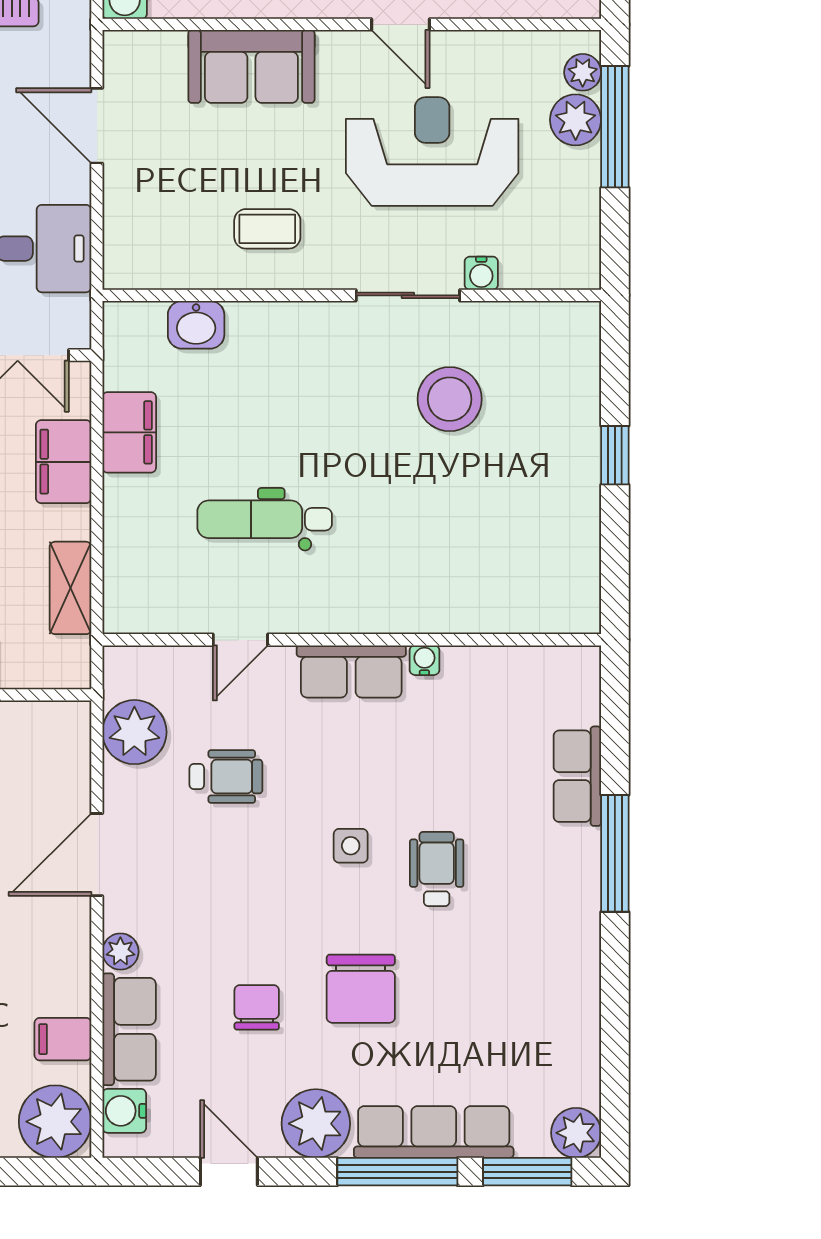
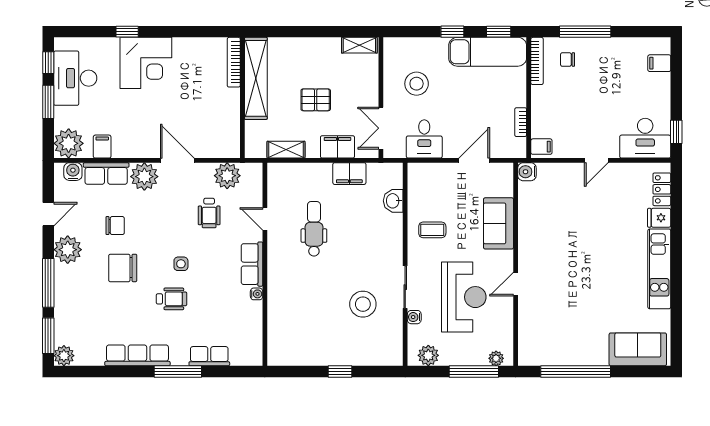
plant: (576, 120) -> (428, 355), moved
coffee table: (267, 229) -> (432, 230), turned 90
plant: (120, 952) -> (144, 177), width x1.87, depth x1.87
row of seats: (434, 1132) -> (137, 355), moved, turned -90

